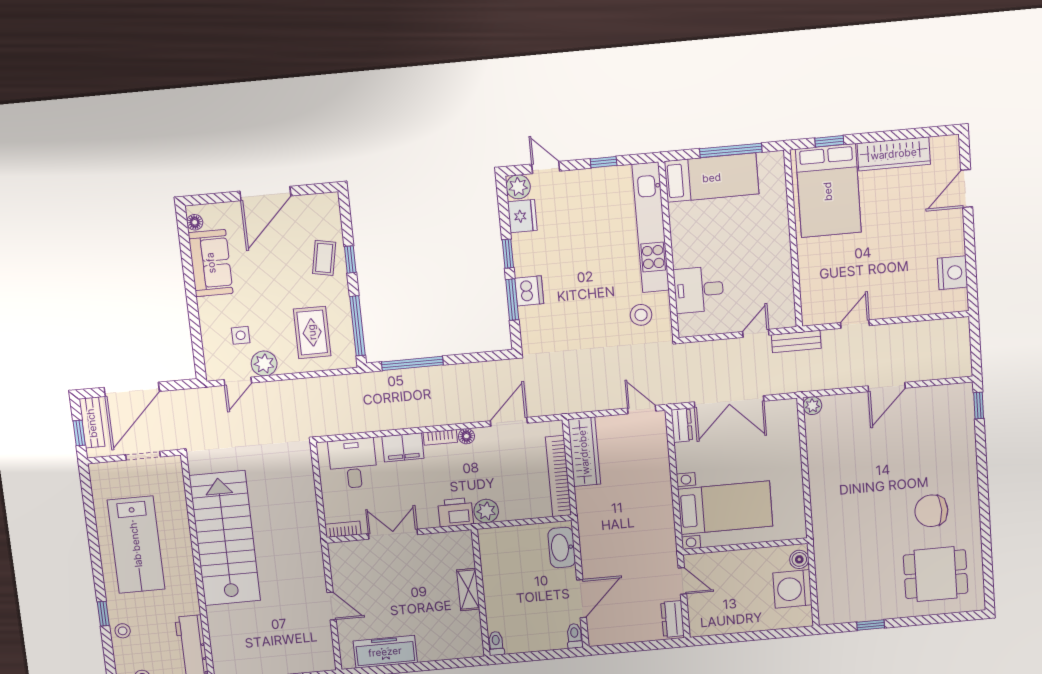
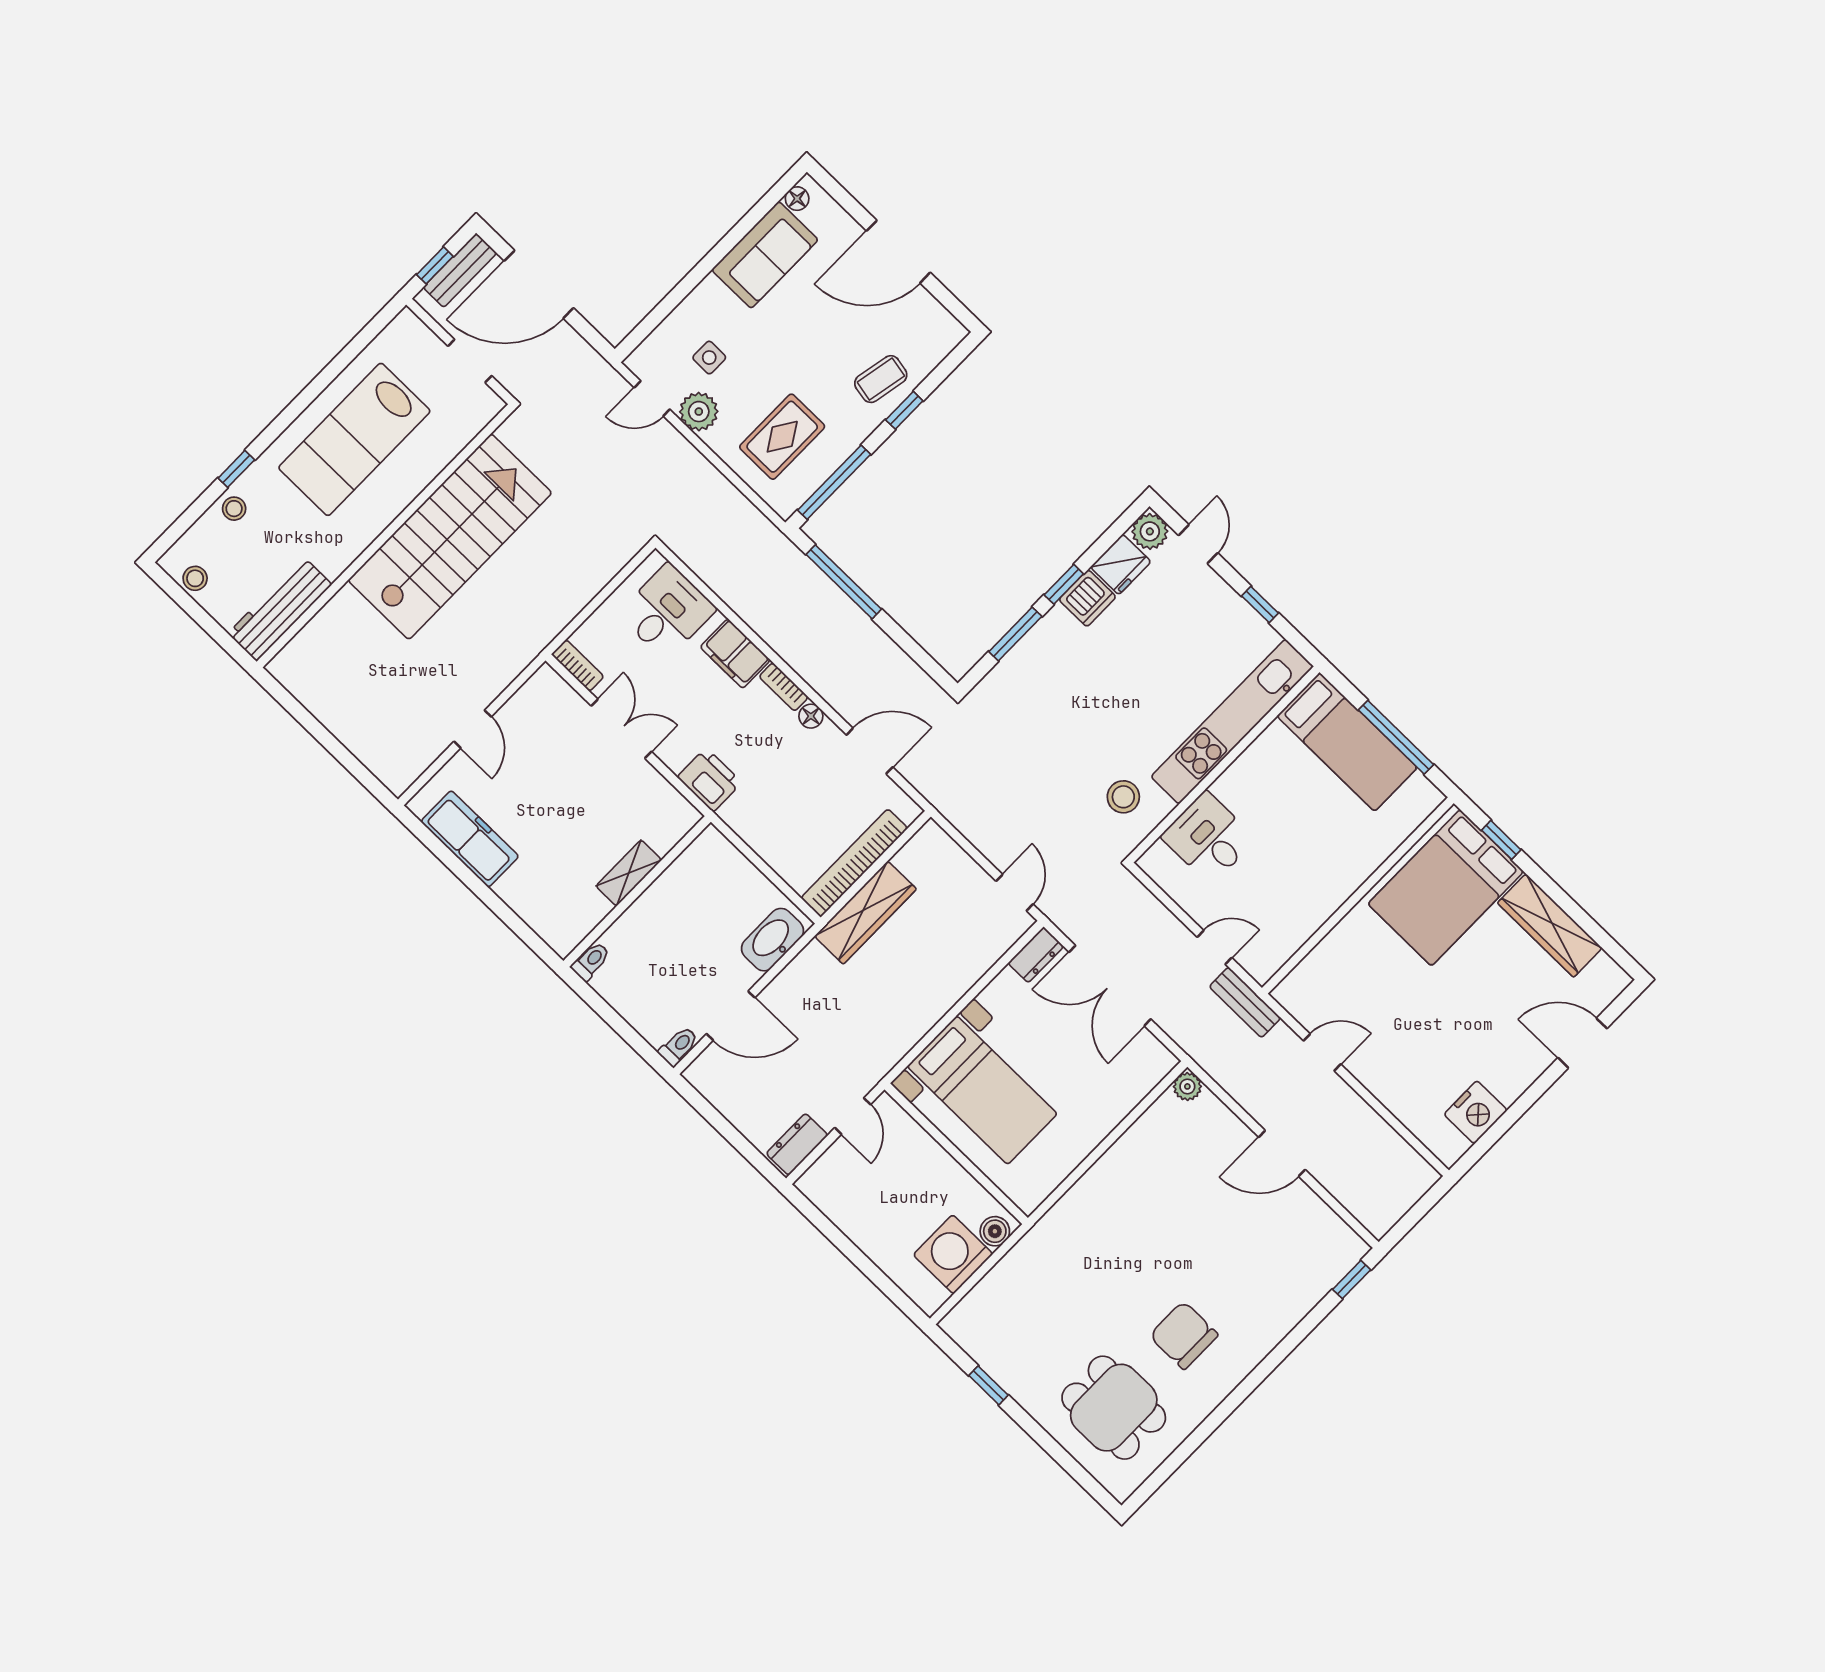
dishwasher: (529, 291) -> (1087, 598), moved
wardrobe: (584, 452) -> (865, 913), moved
plant: (486, 511) -> (741, 814), removed

